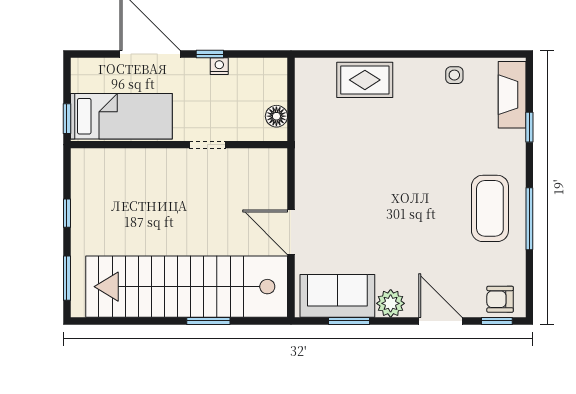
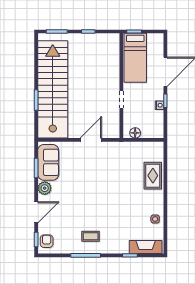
coffee table: (490, 208) -> (91, 236), width x0.54, depth x0.58
door: (291, 232) -> (91, 140), moved

